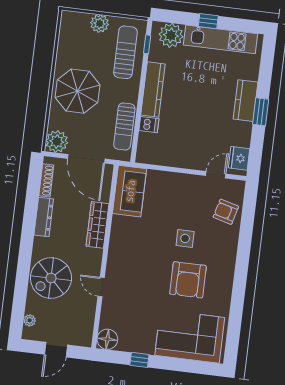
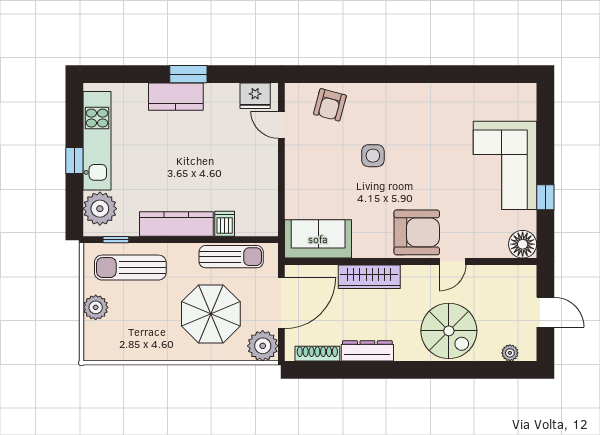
parasol: (78, 91) -> (211, 314), moved
armchair: (188, 280) -> (417, 232), moved
corner sofa: (190, 336) -> (505, 165), moved

